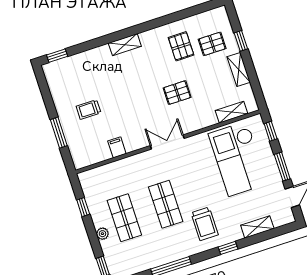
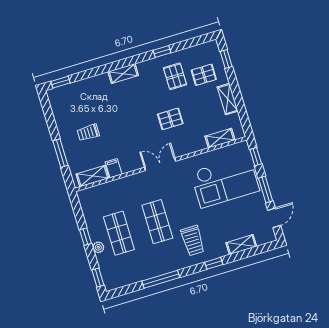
window: (166, 20) -> (162, 51), added
window: (241, 41) -> (226, 59), moved
shelving: (94, 157) -> (93, 176), added
checkout: (238, 159) -> (225, 181), turned -90
window: (83, 207) -> (85, 237), moved

